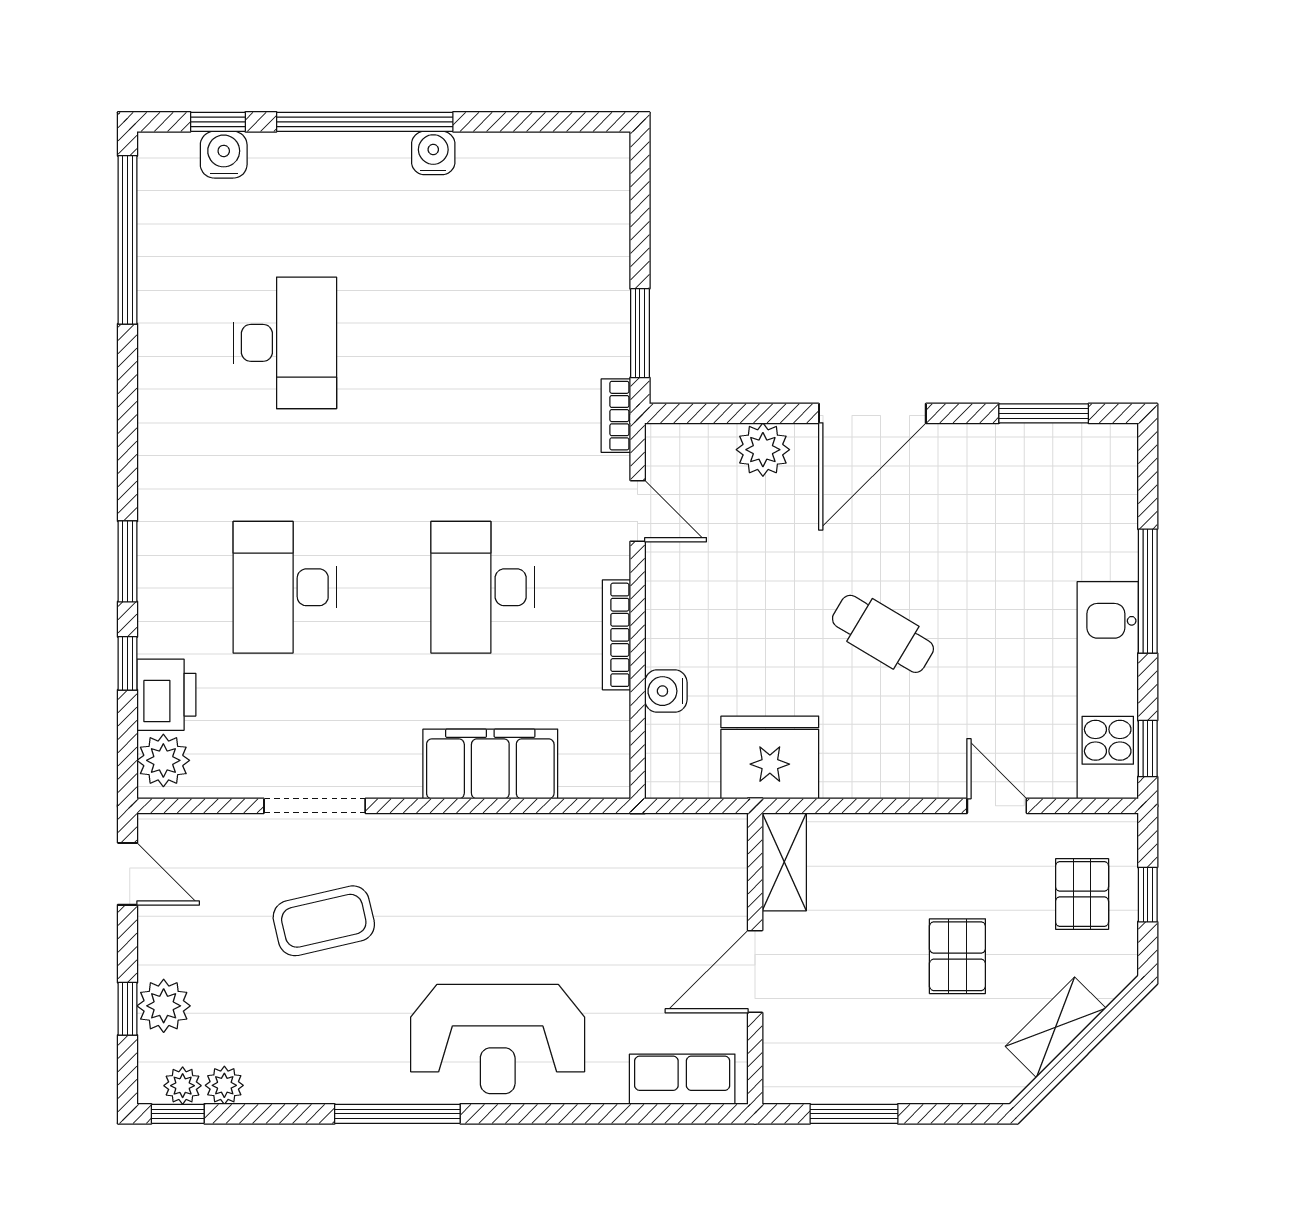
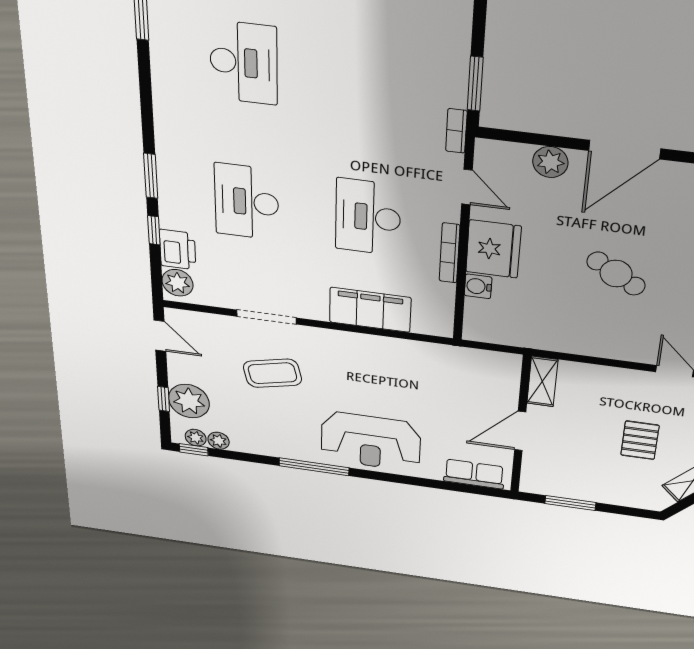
fridge: (770, 757) -> (493, 249), moved, turned 90
plant: (164, 1006) -> (189, 401), width x1.36, depth x1.36

